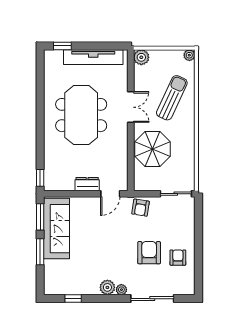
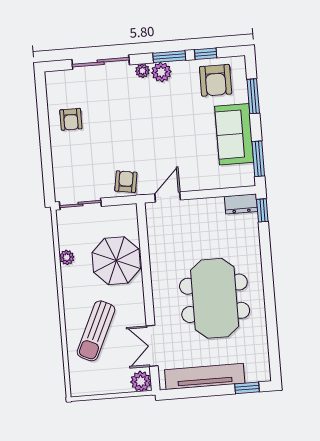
plant: (189, 55) -> (67, 257), moved
double door: (131, 107) -> (152, 346), moved
dresser: (87, 184) -> (241, 204), moved
sofa: (57, 229) -> (234, 134), width x0.73
window: (40, 252) -> (253, 96), moved
armchair: (149, 253) -> (216, 80), moved
window: (100, 299) -> (169, 57), added

